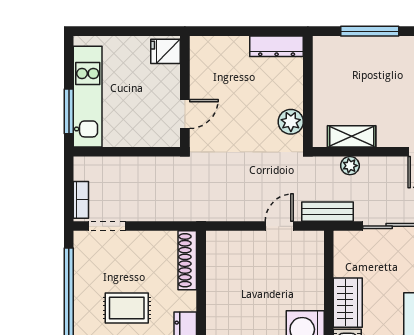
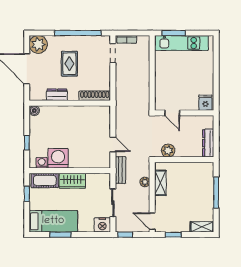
fridge: (166, 51) -> (205, 103), moved
wall: (185, 91) -> (184, 113), moved
door: (185, 114) -> (172, 113), moved

